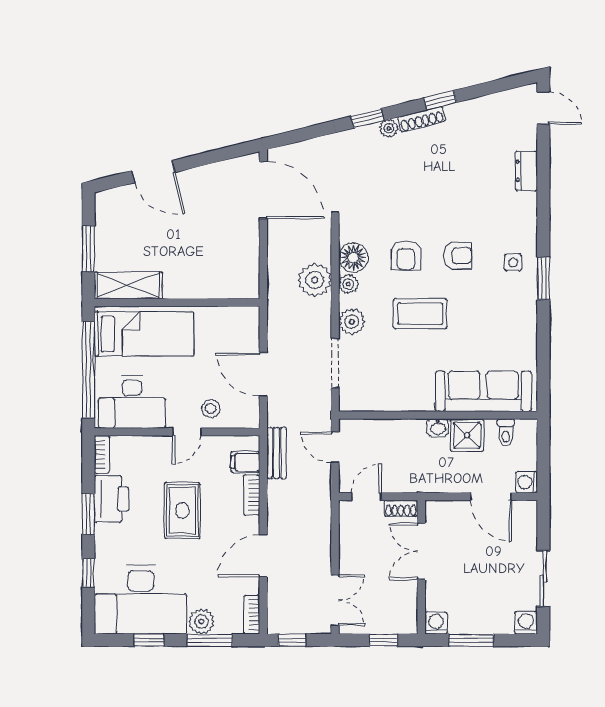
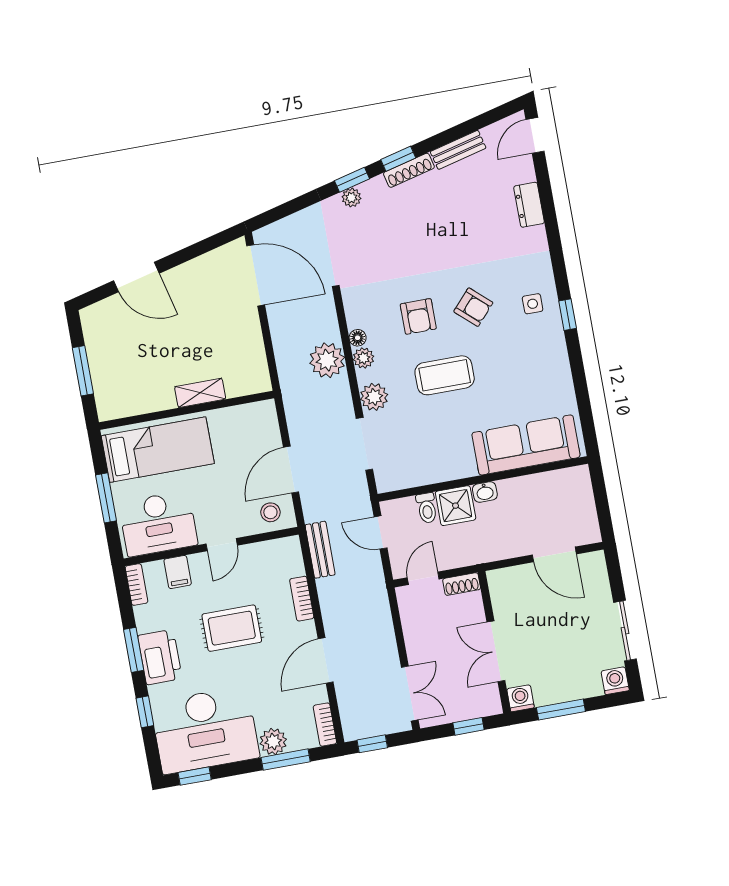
window: (440, 100) -> (398, 159), moved
door: (543, 108) -> (535, 135), swing flipped
bench: (470, 109) -> (458, 150), added
plant: (389, 128) -> (351, 198), moved
armchair: (458, 256) -> (473, 307), turned 42
floor lamp: (353, 258) -> (358, 338), width x0.53, depth x0.53
window: (543, 278) -> (568, 315), width x0.67
shelving: (128, 285) -> (200, 393), moved, width x0.67, depth x0.75
window: (88, 370) -> (106, 498), width x0.47
door: (263, 375) -> (291, 470), hinge flipped
stool: (211, 409) -> (270, 512), moved
toilet: (506, 433) -> (427, 508), moved
shower: (467, 435) -> (456, 506), moved
filing cabinet: (245, 462) -> (178, 572), moved, turned -90
washing machine: (527, 482) -> (589, 533), removed
printer: (111, 499) -> (160, 657), moved
rug: (182, 510) -> (232, 628), turned 90
double door: (421, 551) -> (496, 651), moved
window: (149, 640) -> (195, 776), moved

